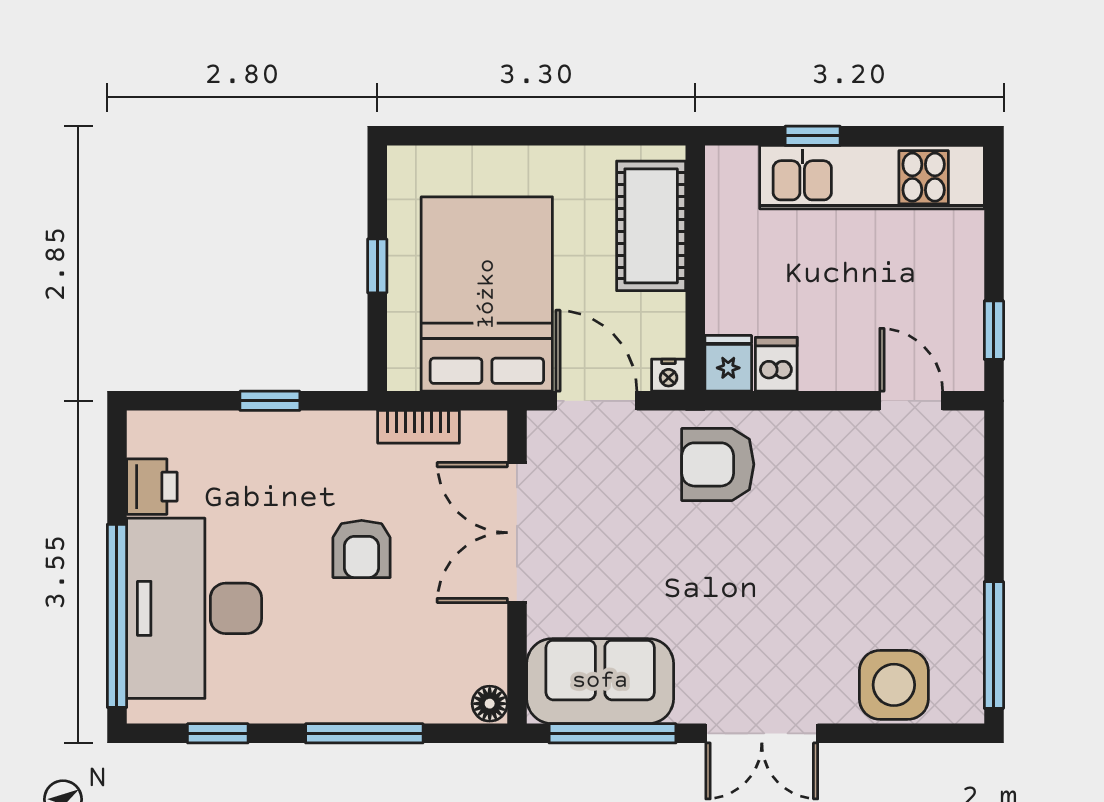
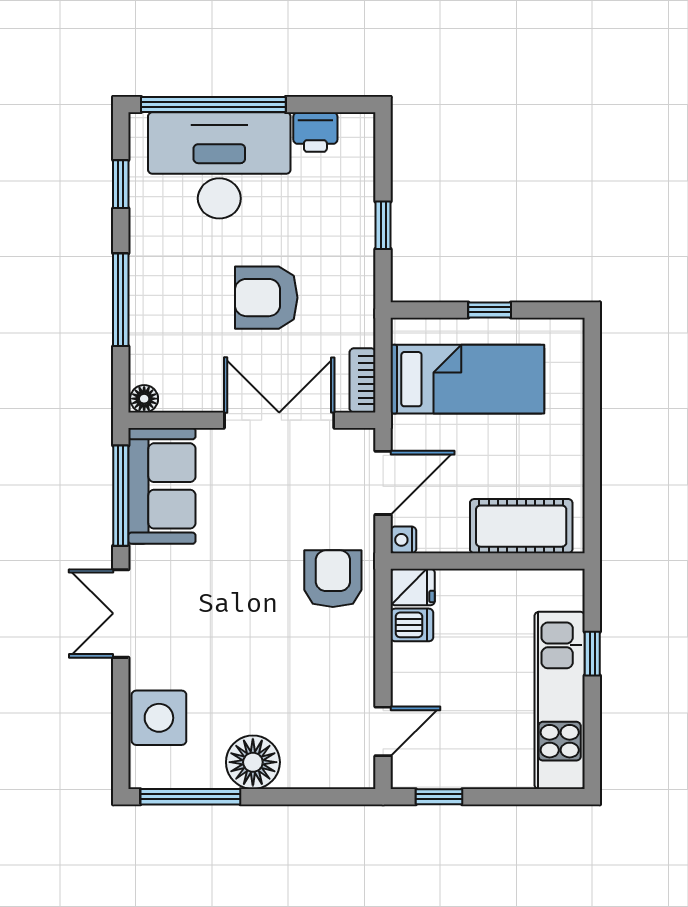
bed: (487, 294) -> (467, 379), width x0.67
bookcase: (418, 427) -> (363, 380), moved
armchair: (362, 549) -> (266, 298), width x1.38, depth x1.38
floor lamp: (950, 566) -> (253, 762), added

